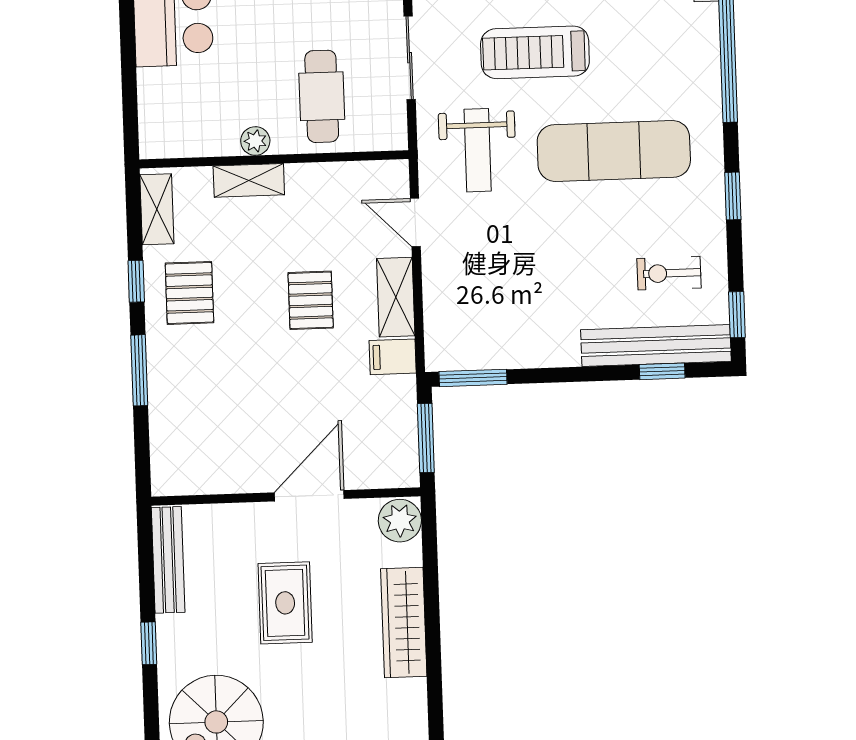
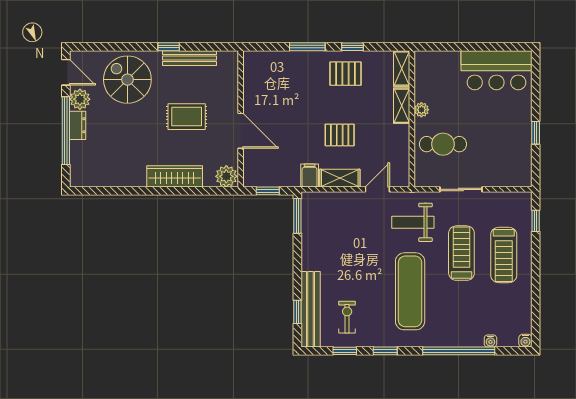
shelving: (157, 209) -> (402, 69), moved, turned 90
window: (737, 315) -> (345, 351), moved
window: (426, 438) -> (268, 191), width x0.67
bench: (168, 560) -> (190, 58), moved

